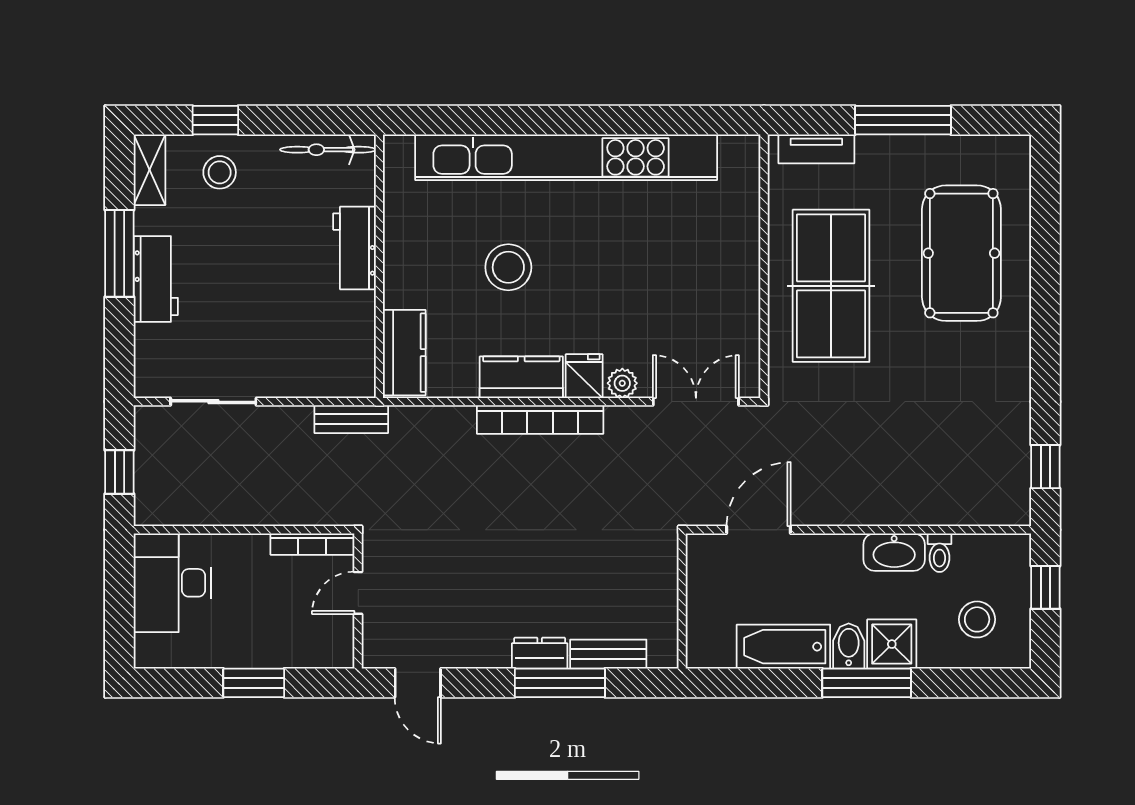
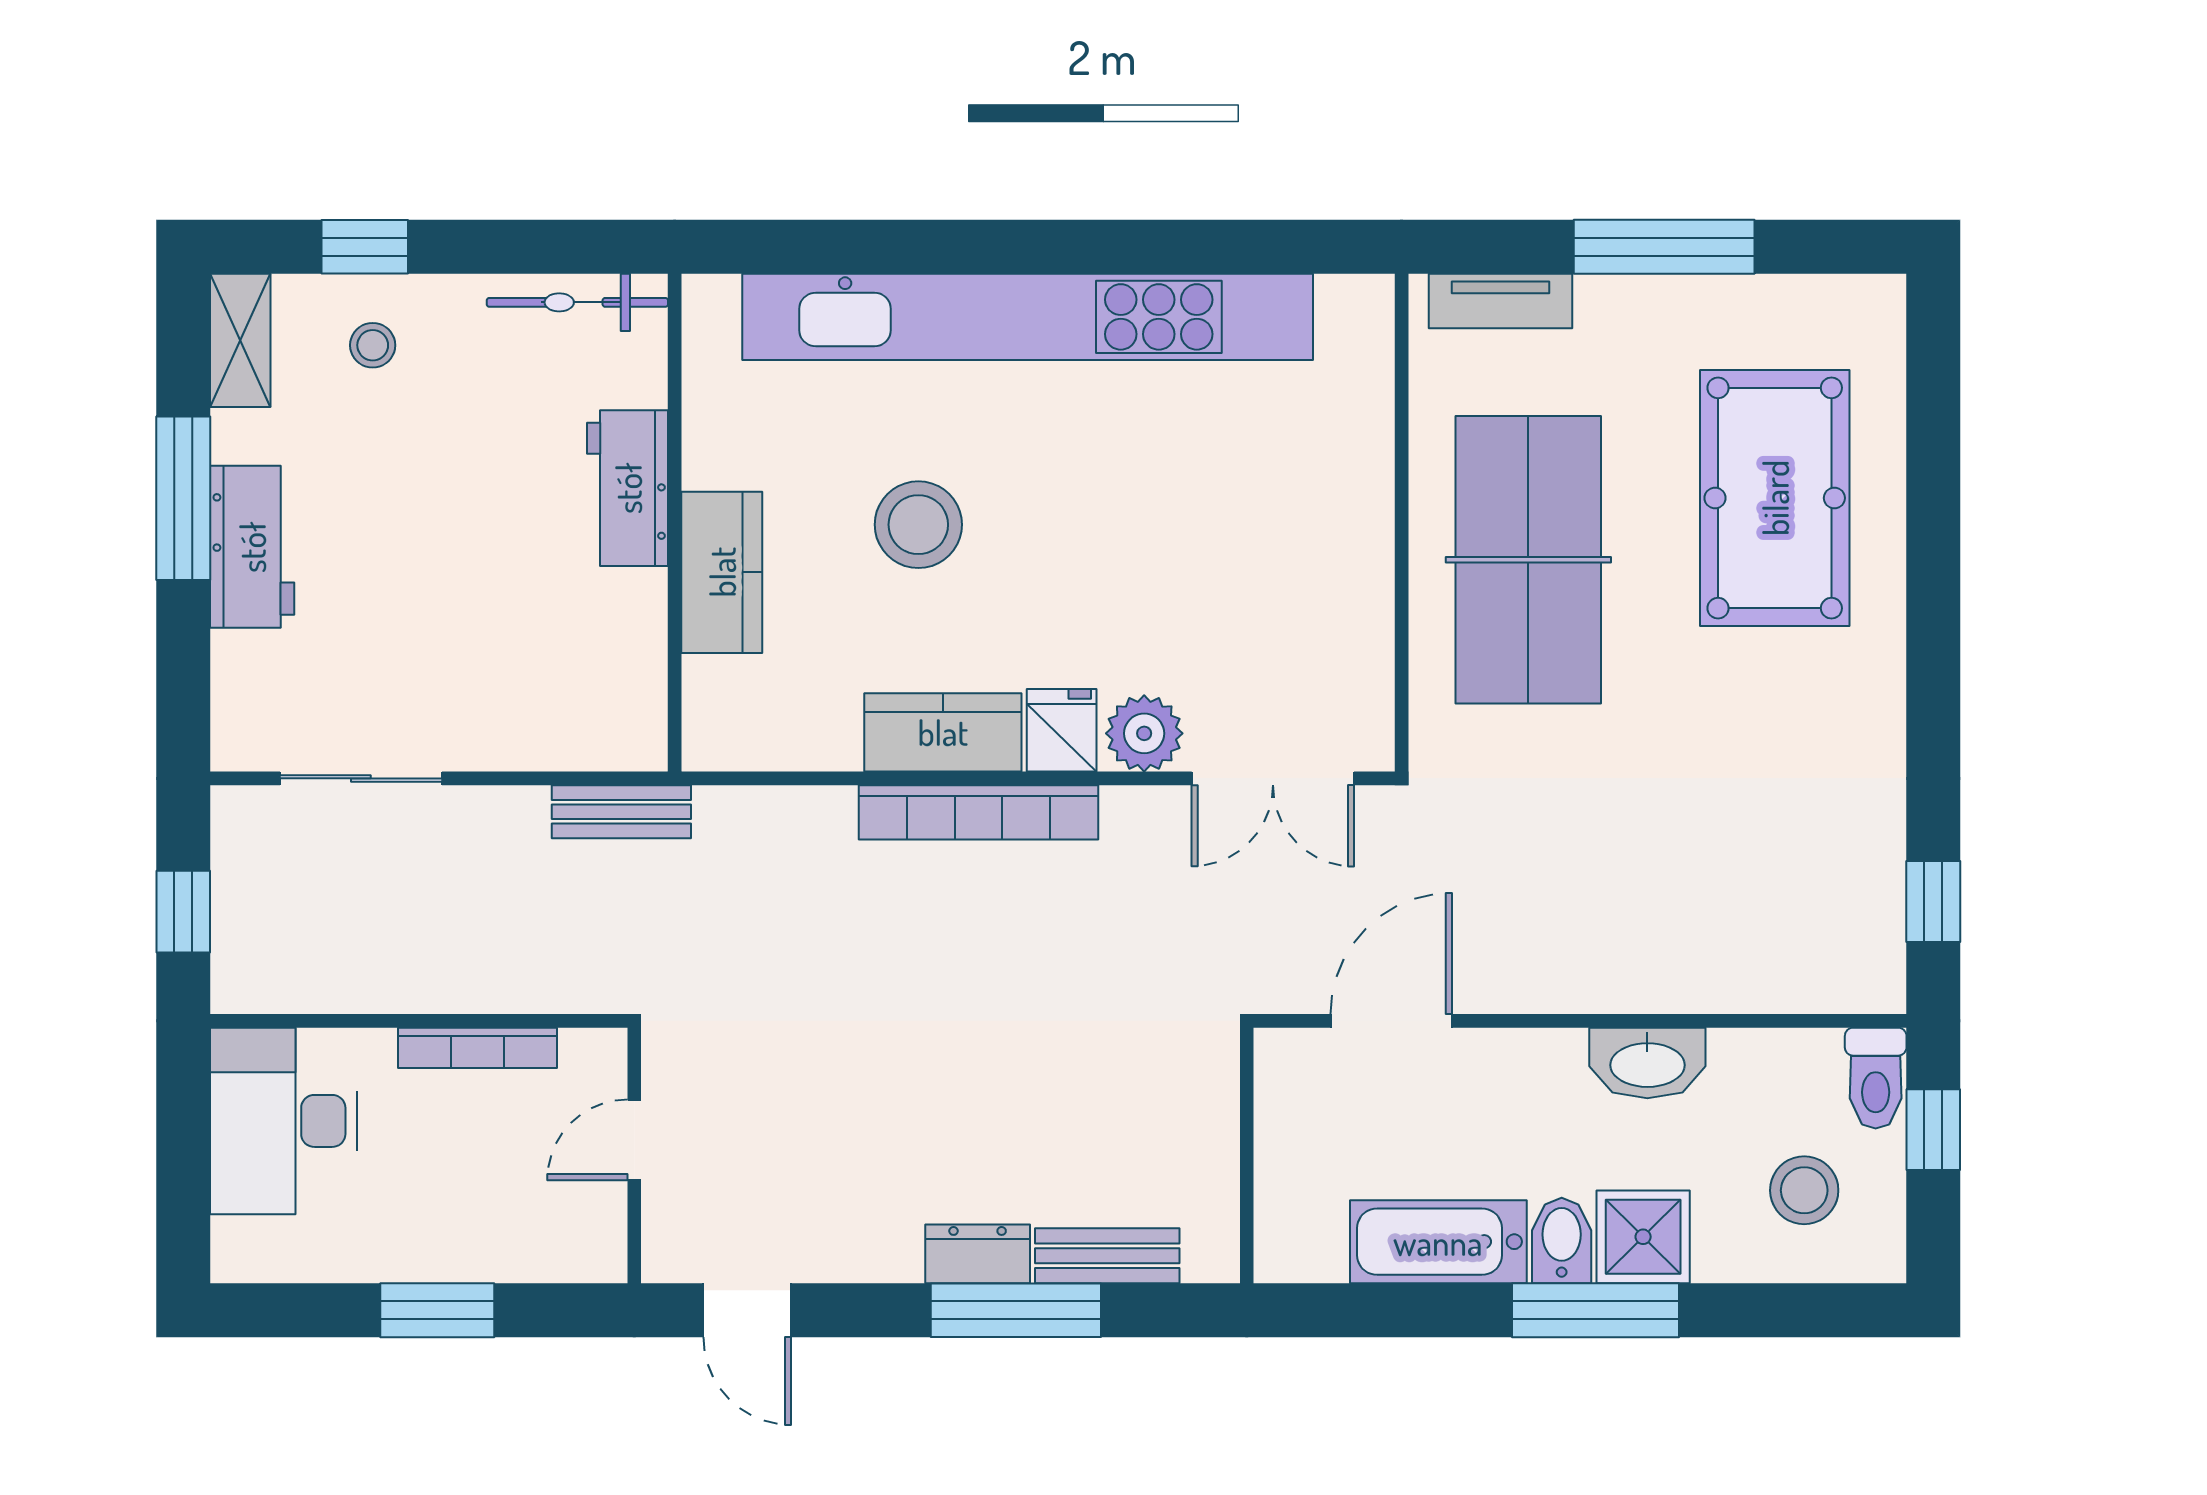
stool: (220, 172) -> (373, 345), width x0.73, depth x0.73
kitchen counter: (404, 353) -> (722, 572), moved
plant: (622, 383) -> (1144, 733), width x1.38, depth x1.38
double door: (696, 402) -> (1273, 778), swing flipped
bookcase: (312, 544) -> (477, 1048), moved
toilet: (940, 553) -> (1876, 1078), moved, width x1.37, depth x1.39

